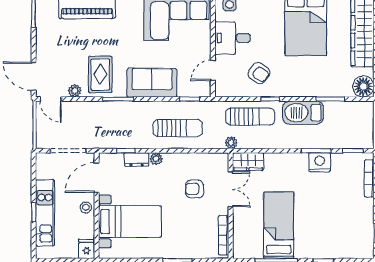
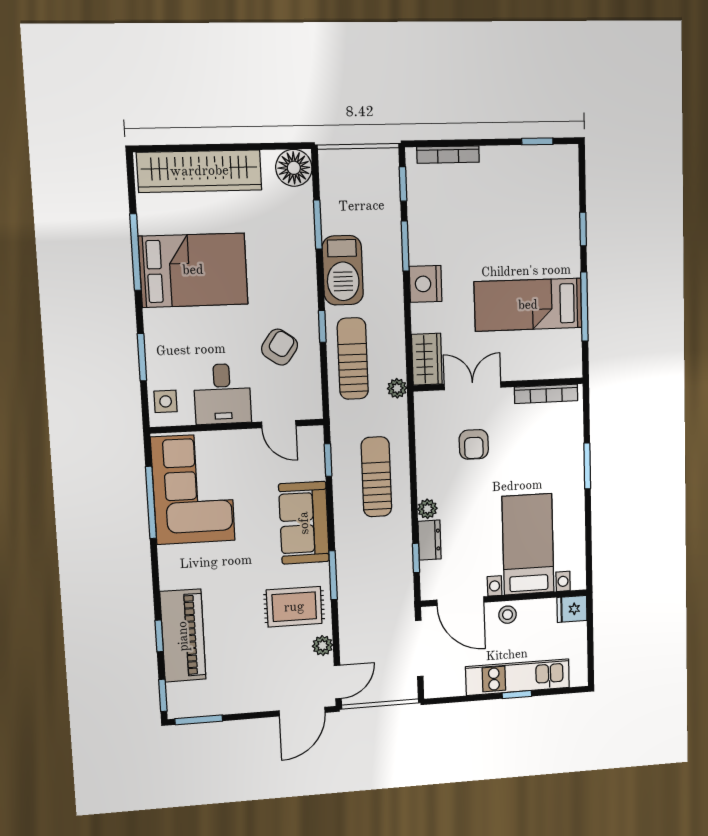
nightstand: (320, 162) -> (426, 284), moved

